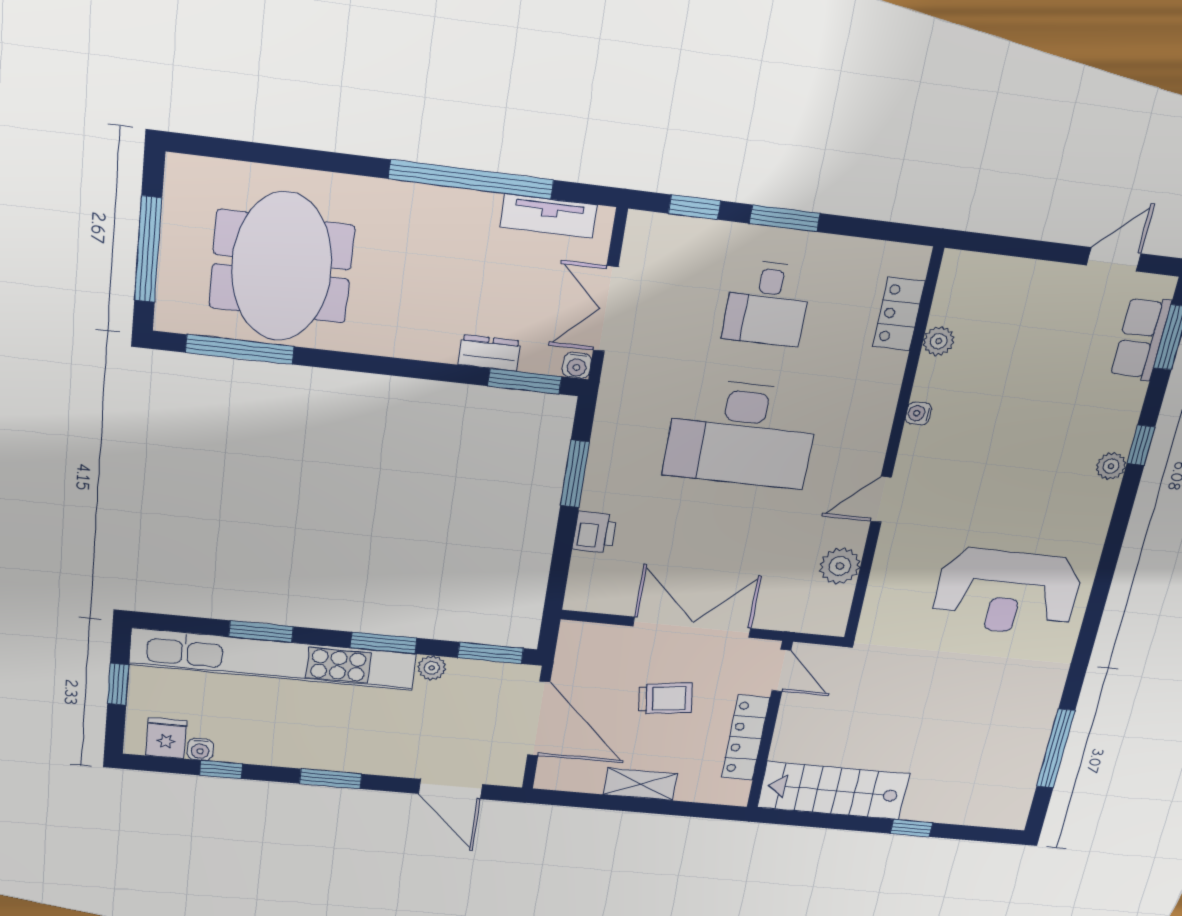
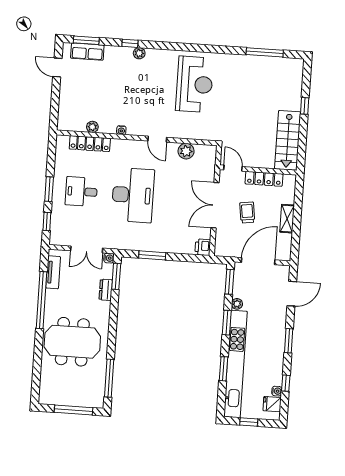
meeting table: (282, 267) -> (72, 342), moved
desk: (767, 303) -> (81, 192), turned 180
locker: (899, 314) -> (90, 144), width x1.53
printer: (595, 532) -> (203, 247), moved, turned -90
door: (781, 671) -> (233, 168), hinge flipped

